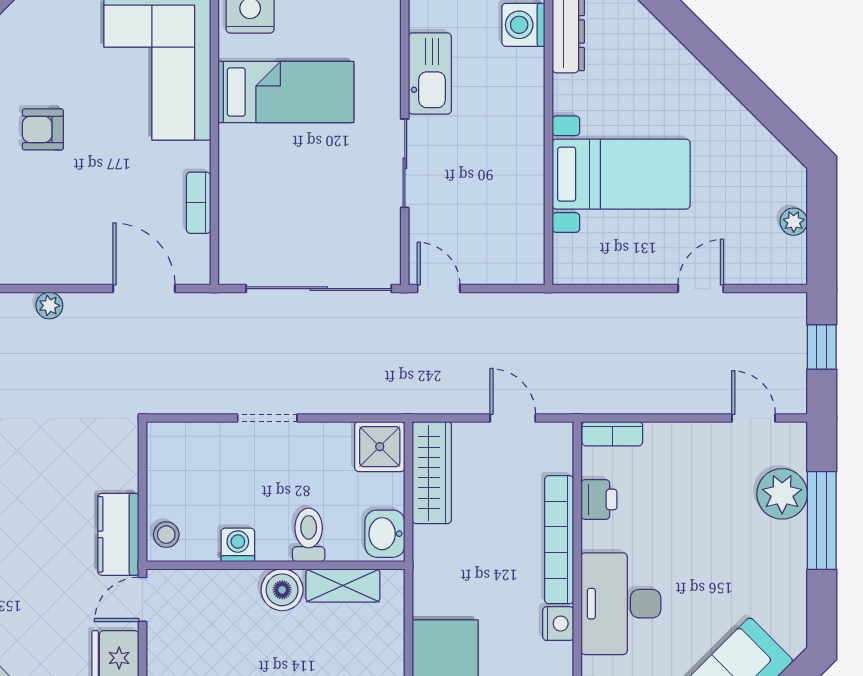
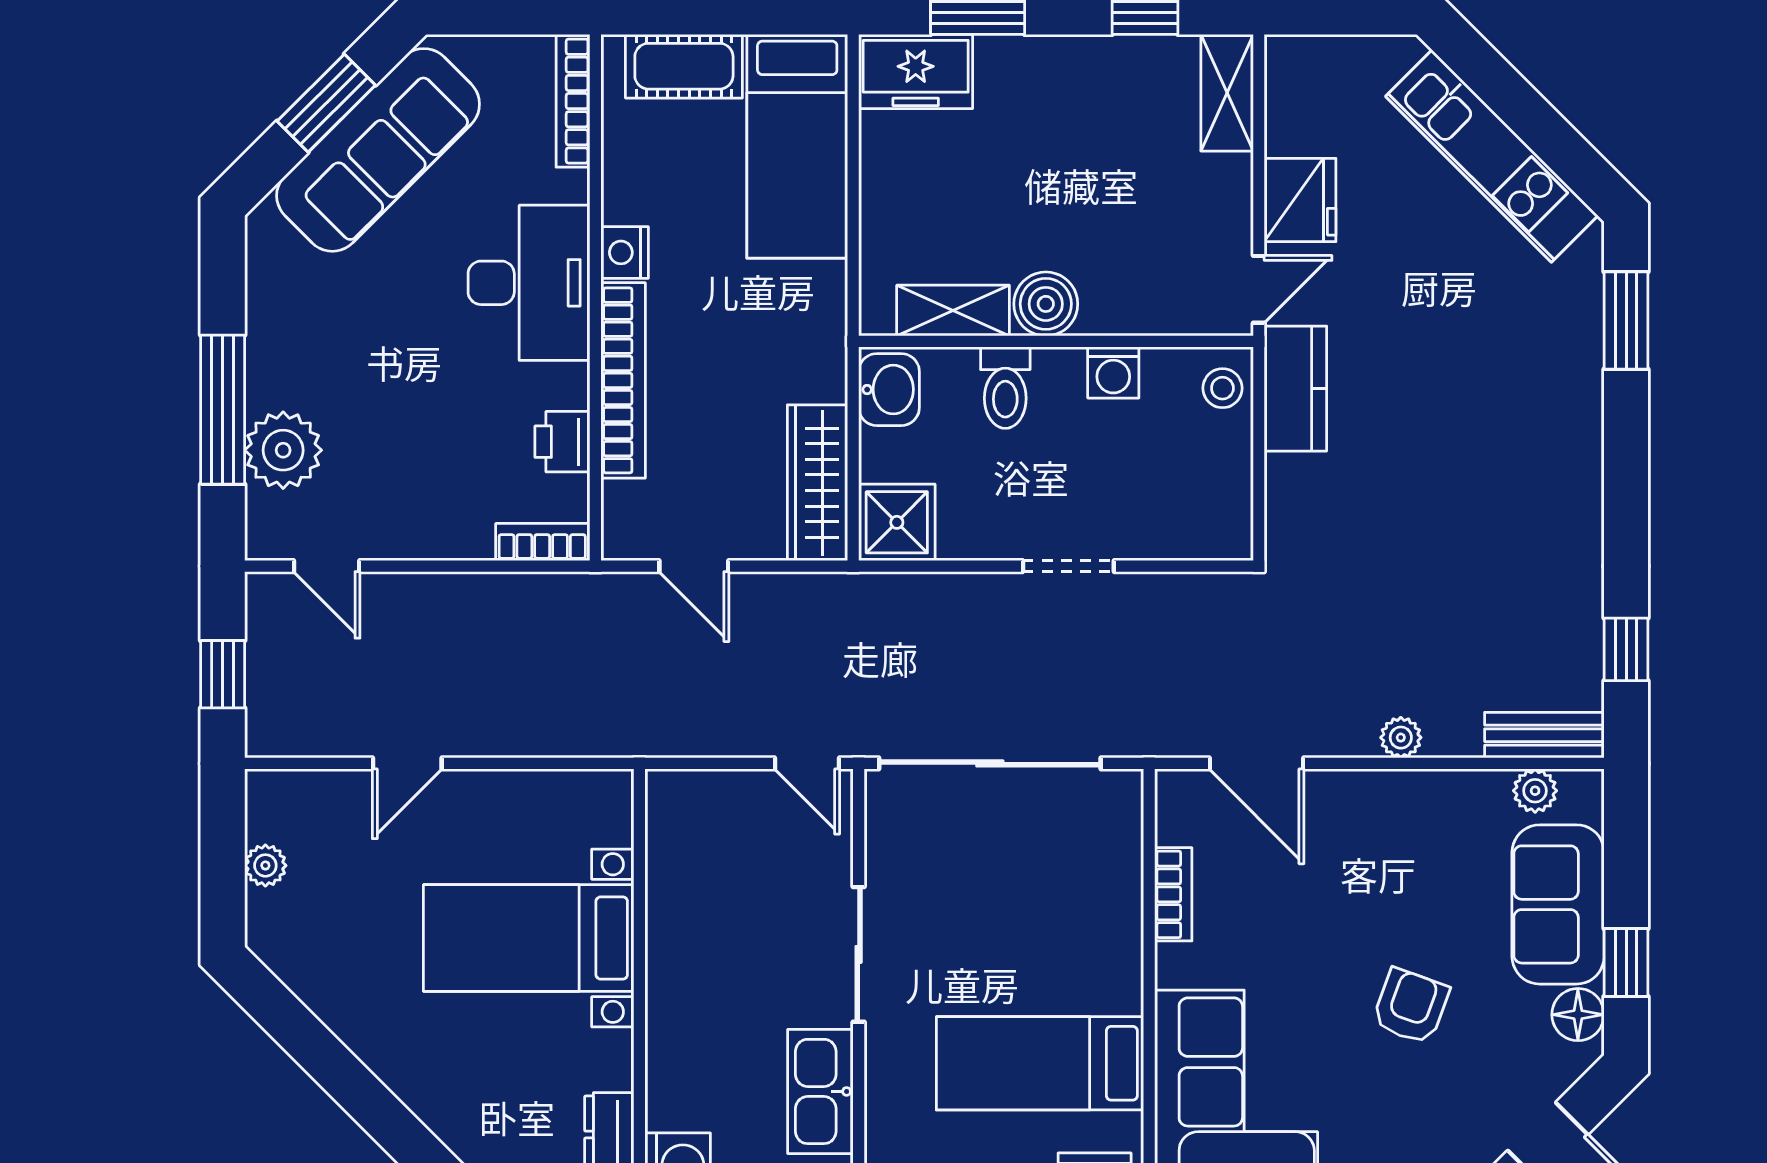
armchair: (43, 129) -> (1411, 1006), turned -70

